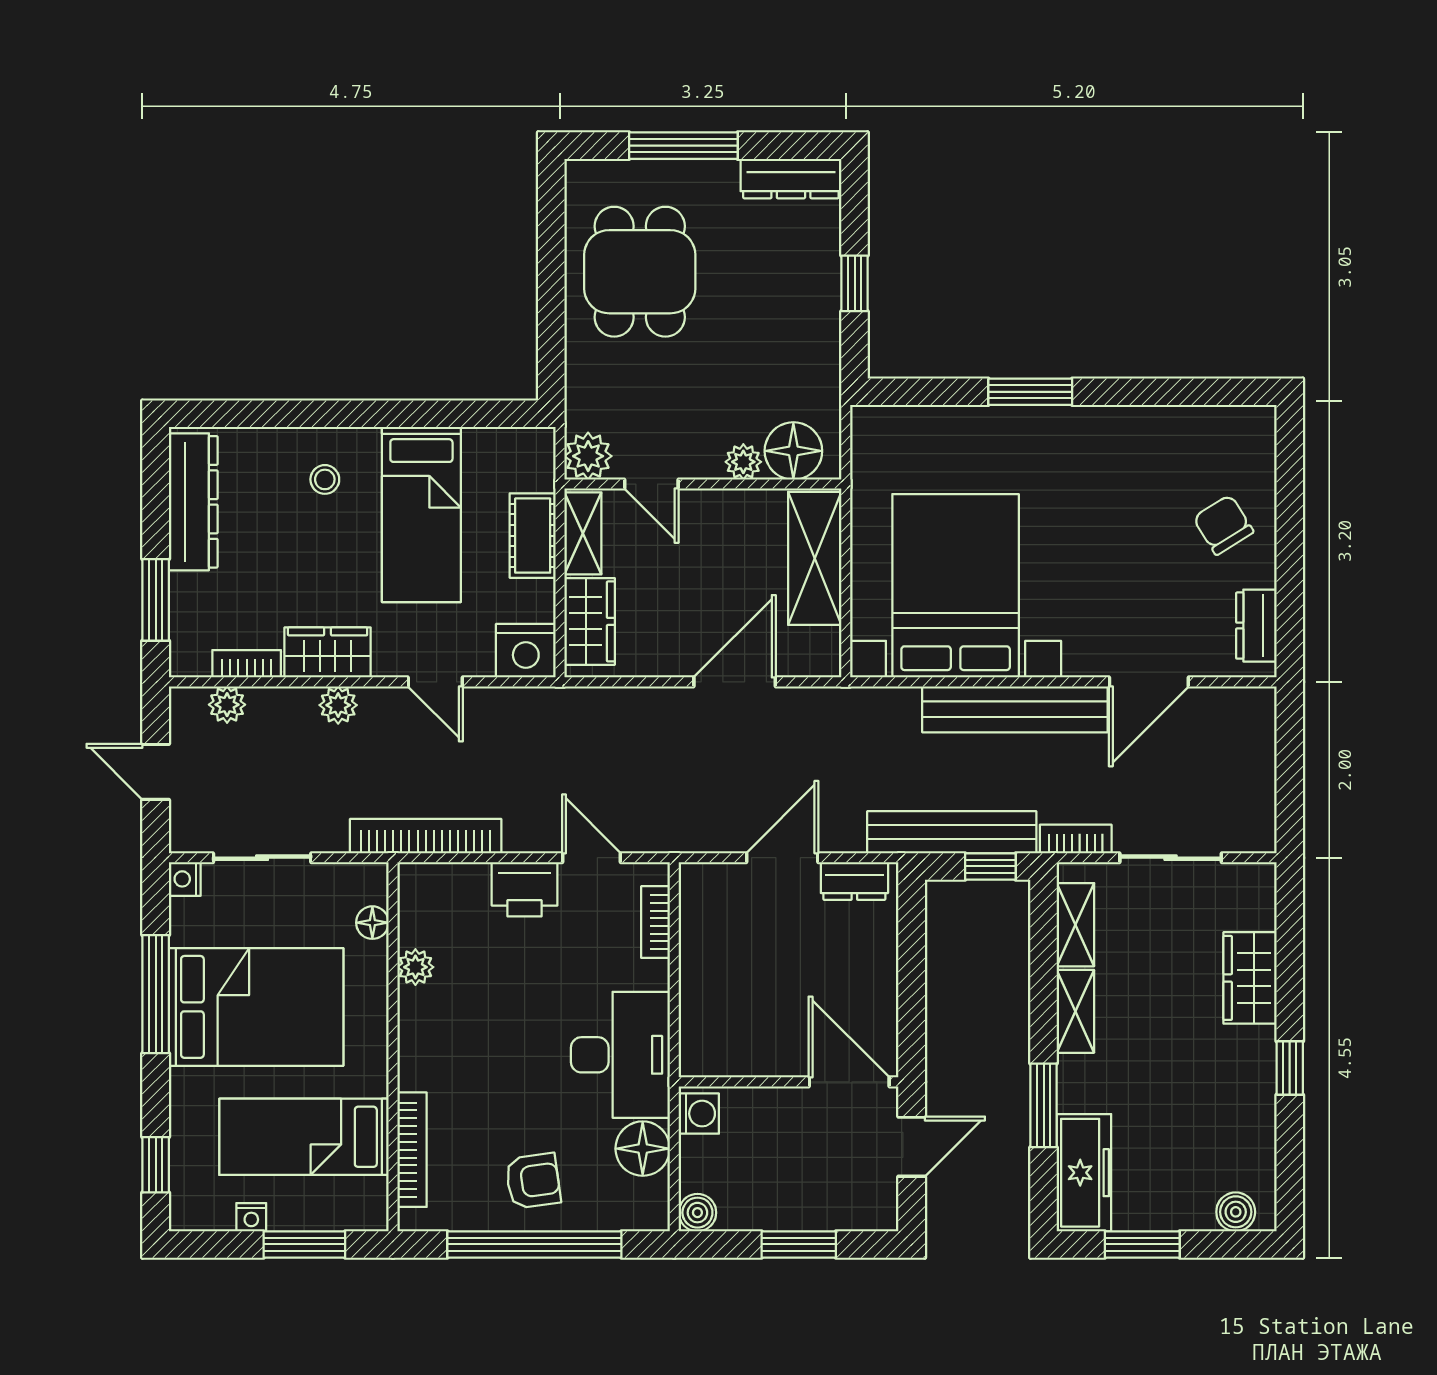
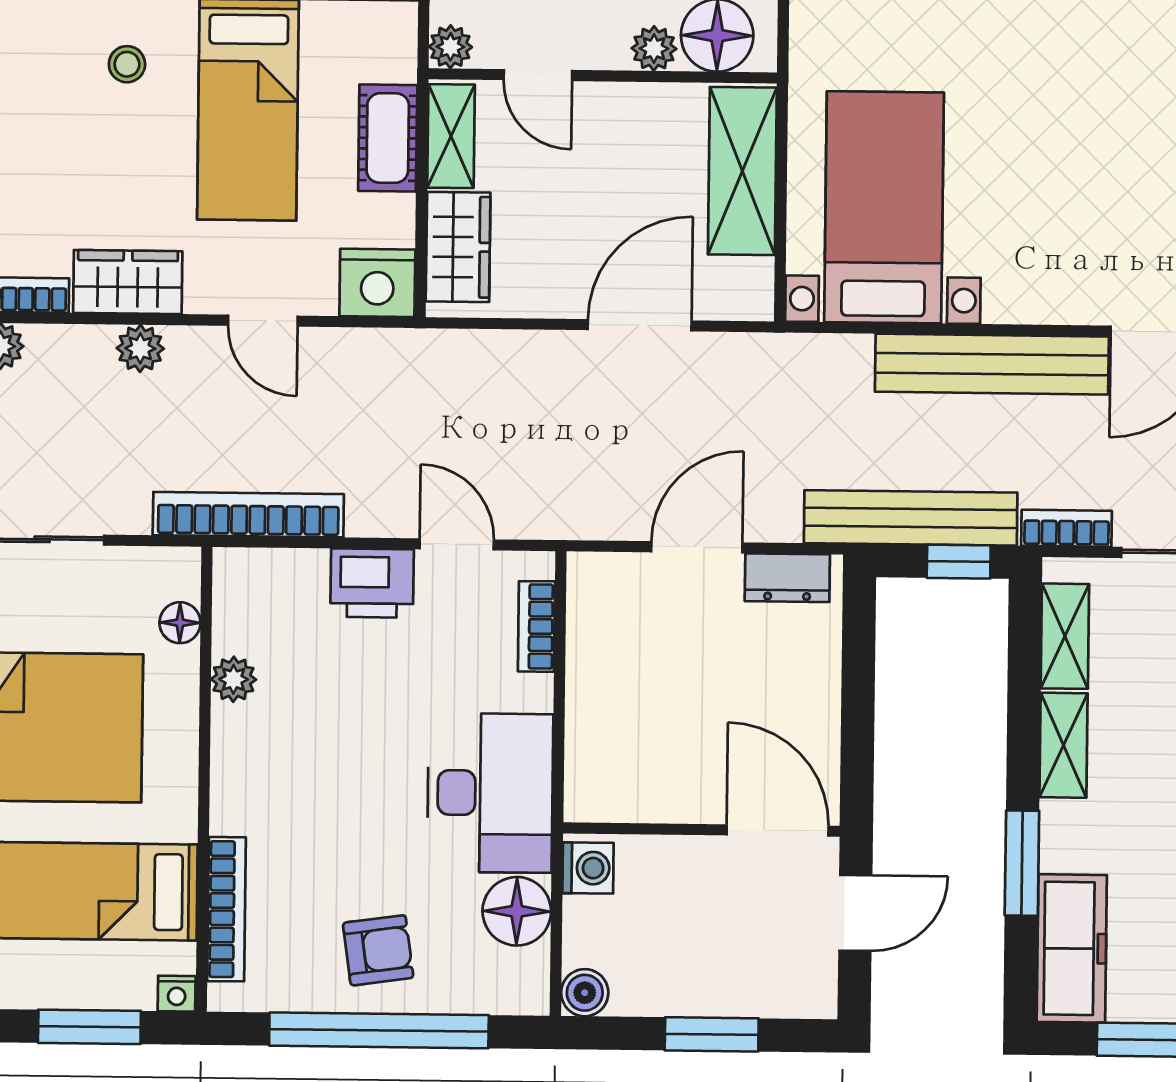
plant: (588, 456) -> (450, 47), width x0.73, depth x0.73
bed with nightstands: (956, 586) -> (884, 207), width x0.73
nightstand: (251, 1217) -> (177, 994), moved

